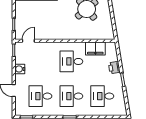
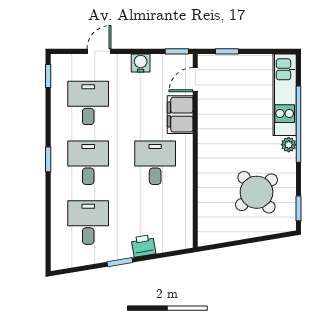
door: (28, 41) -> (195, 80), swing flipped
filing cabinet: (95, 49) -> (180, 115), moved

